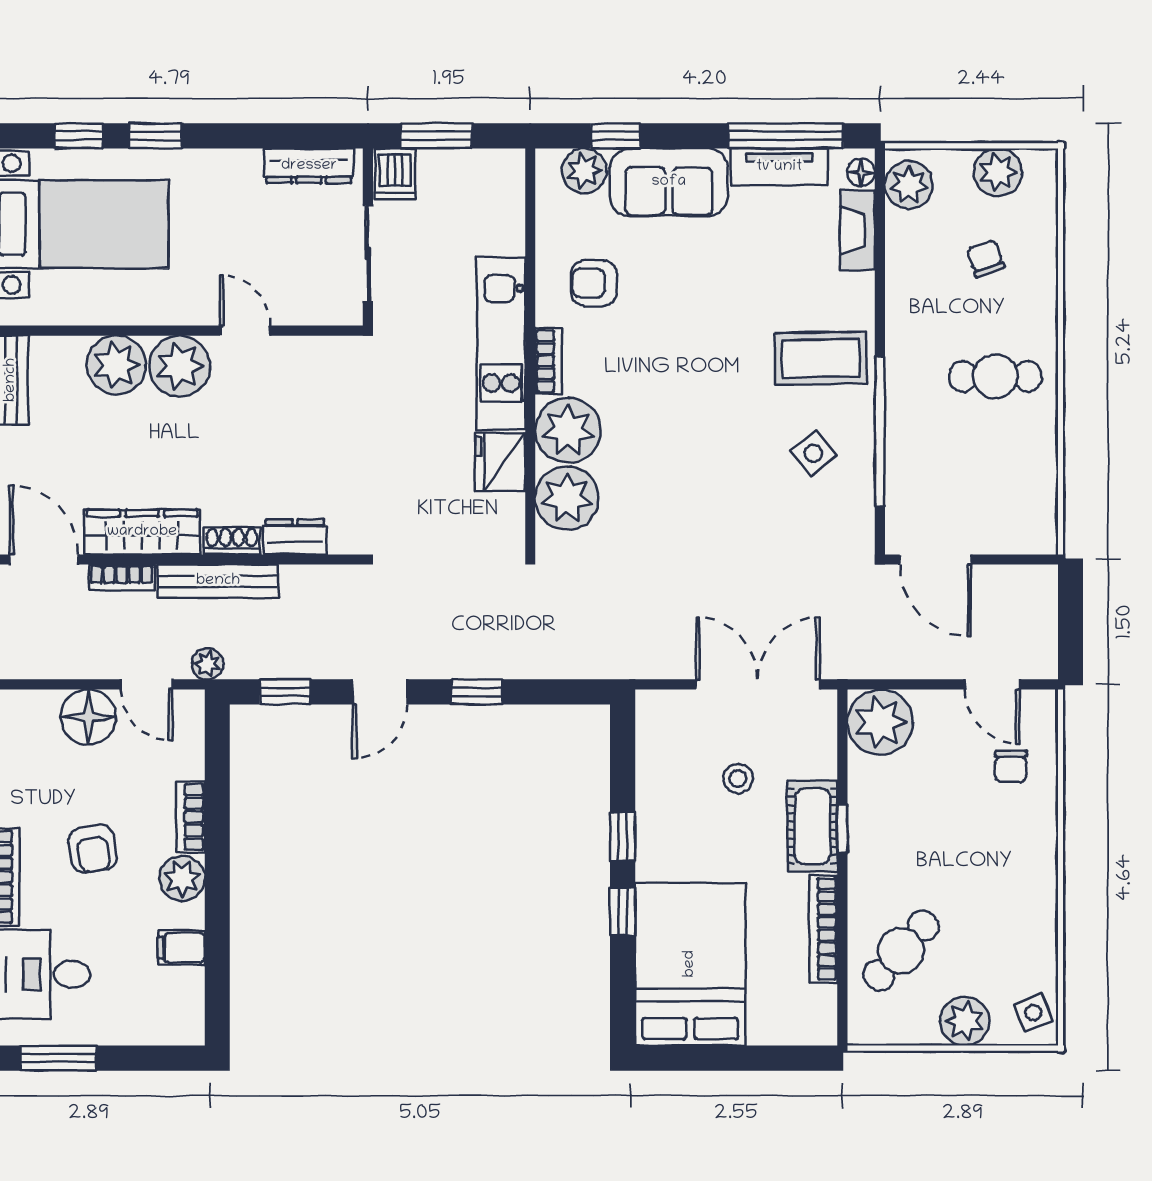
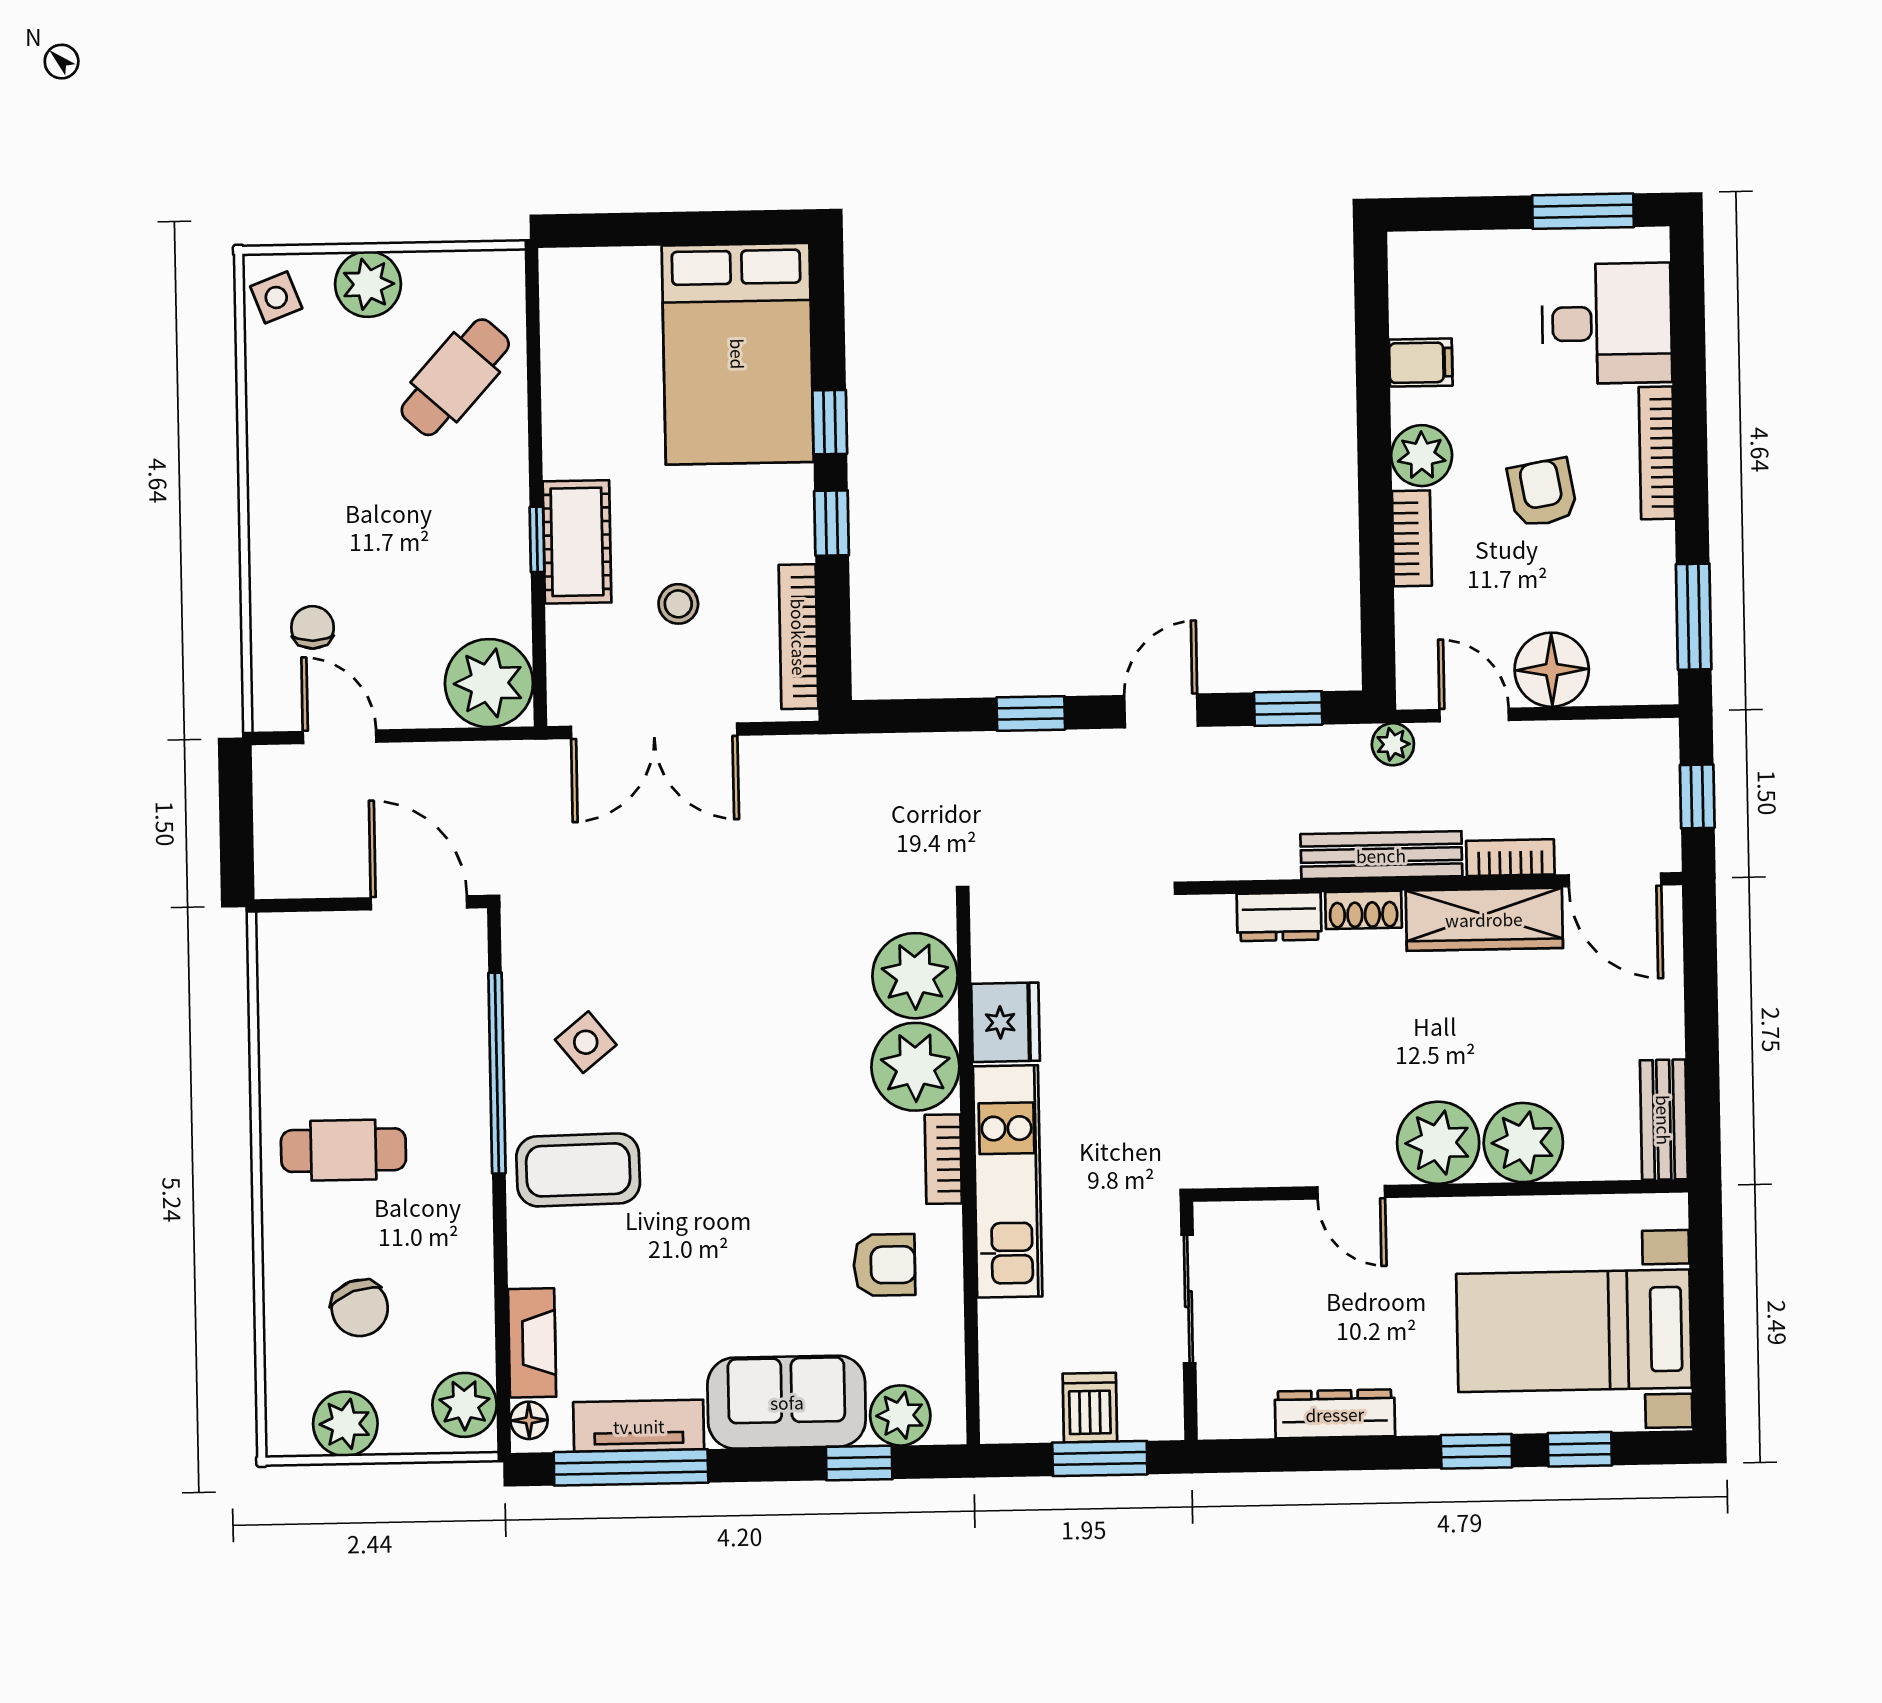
dresser: (309, 166) -> (1335, 1414), moved
dishwasher: (395, 174) -> (1090, 1408), moved
chair: (985, 259) -> (360, 1308), width x1.37, depth x1.37
bookcase: (824, 929) -> (799, 637), moved, turned 180

